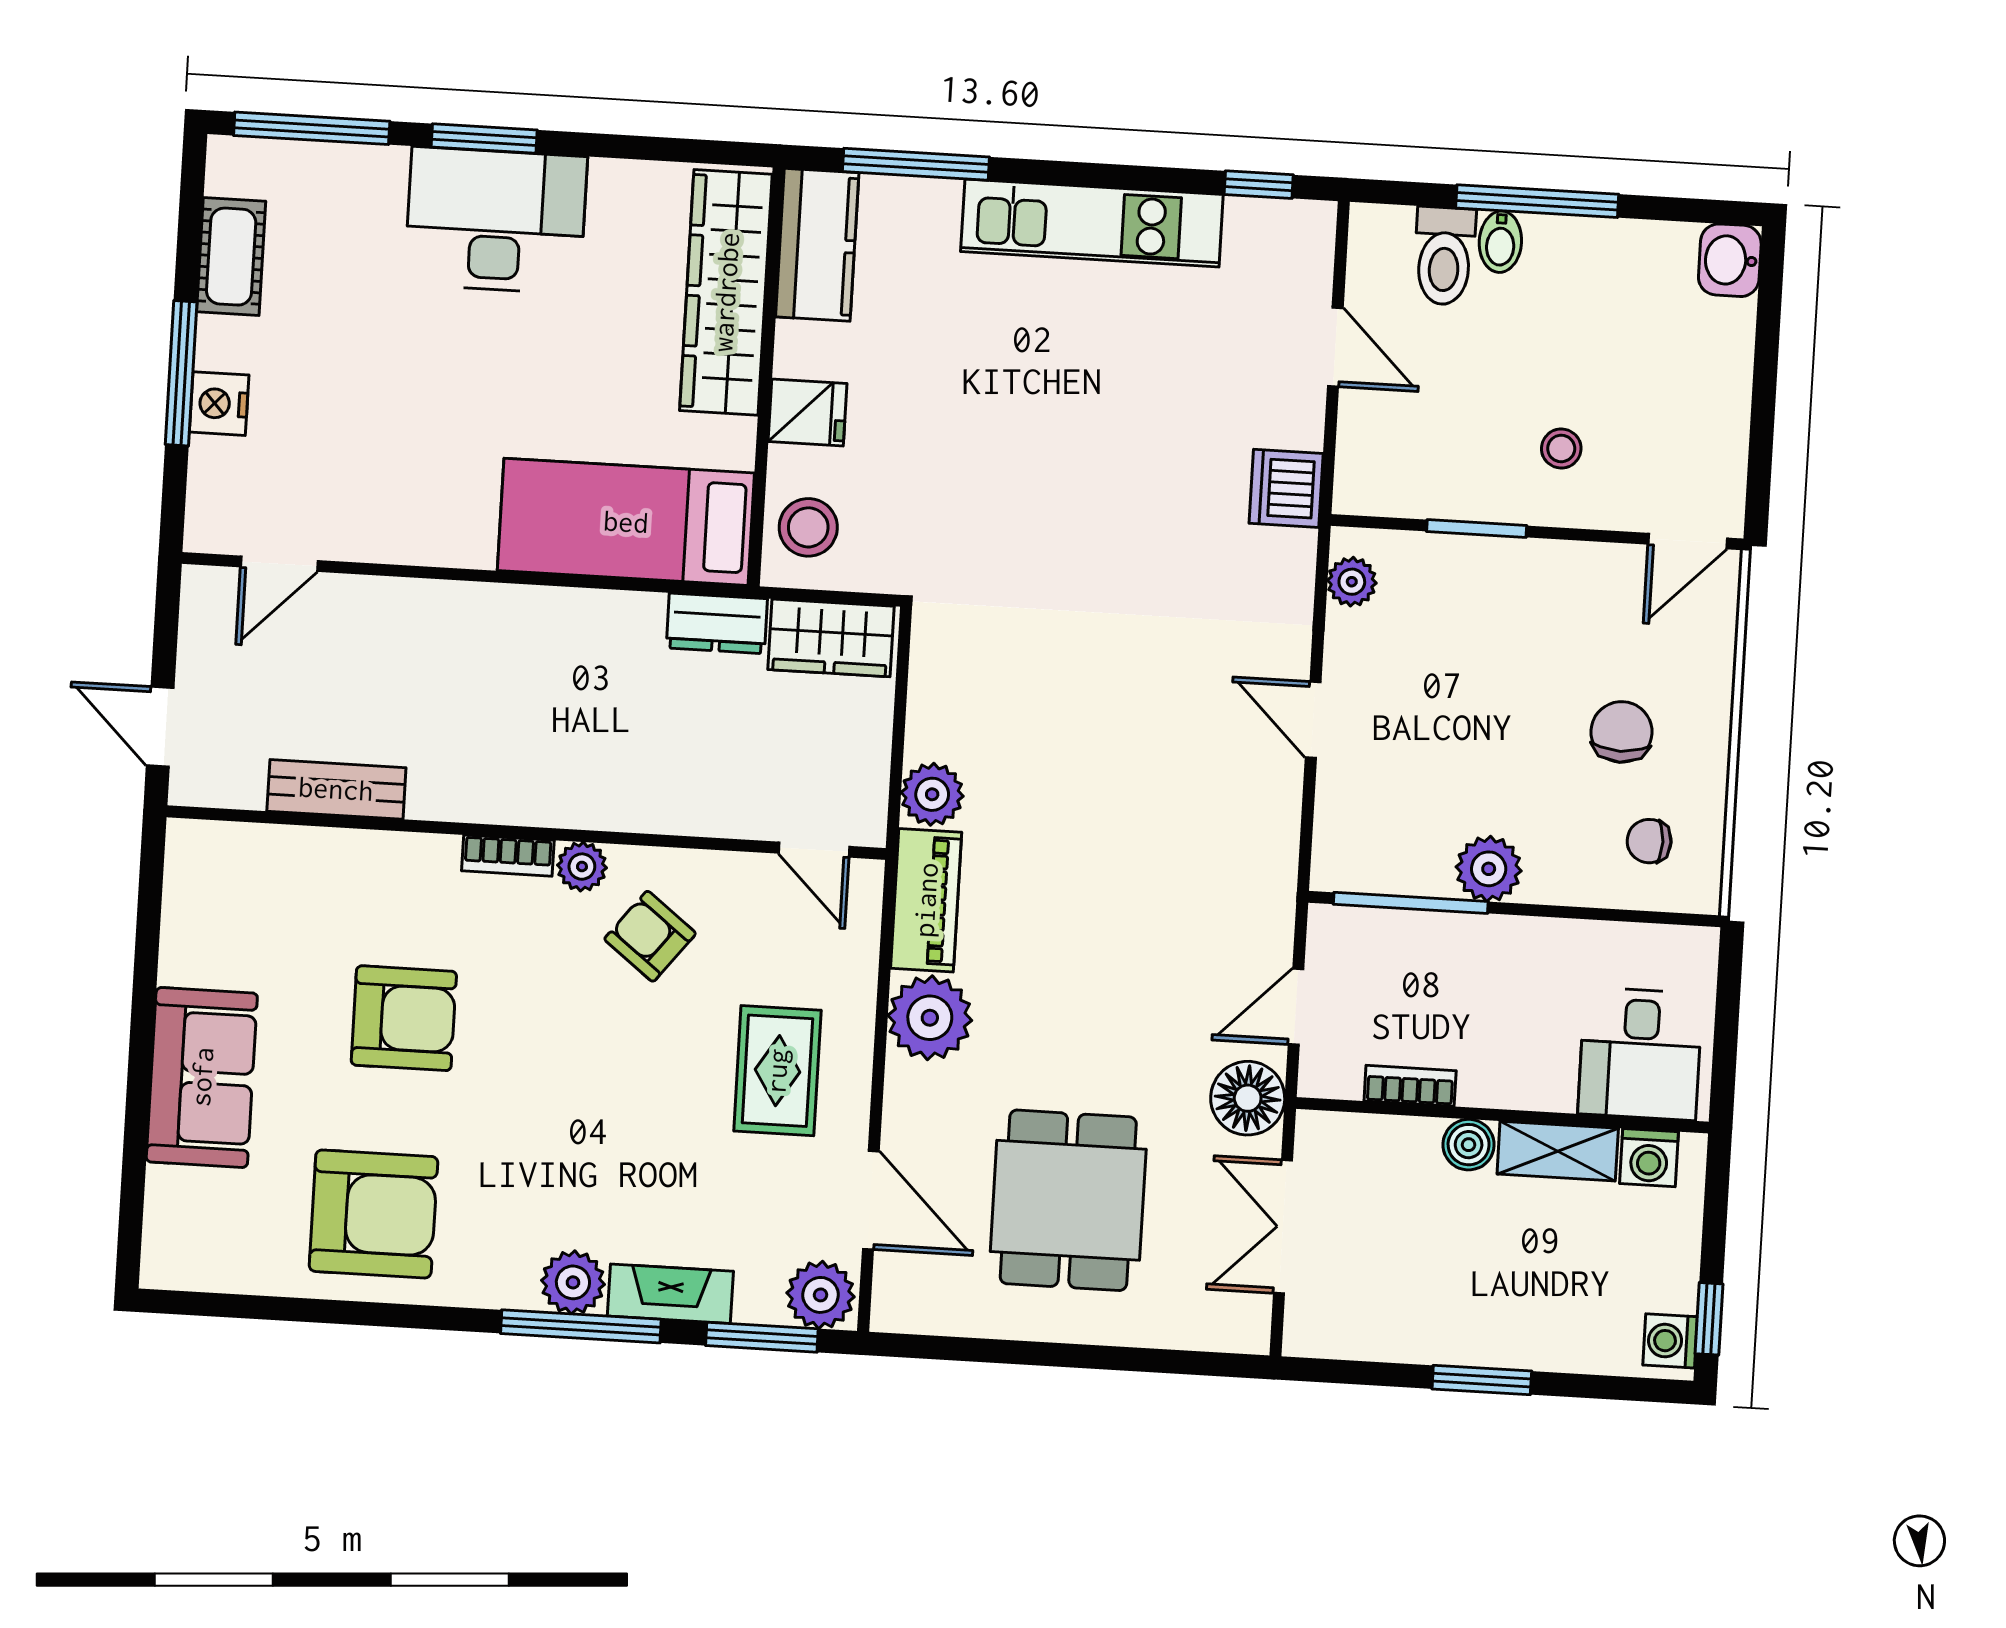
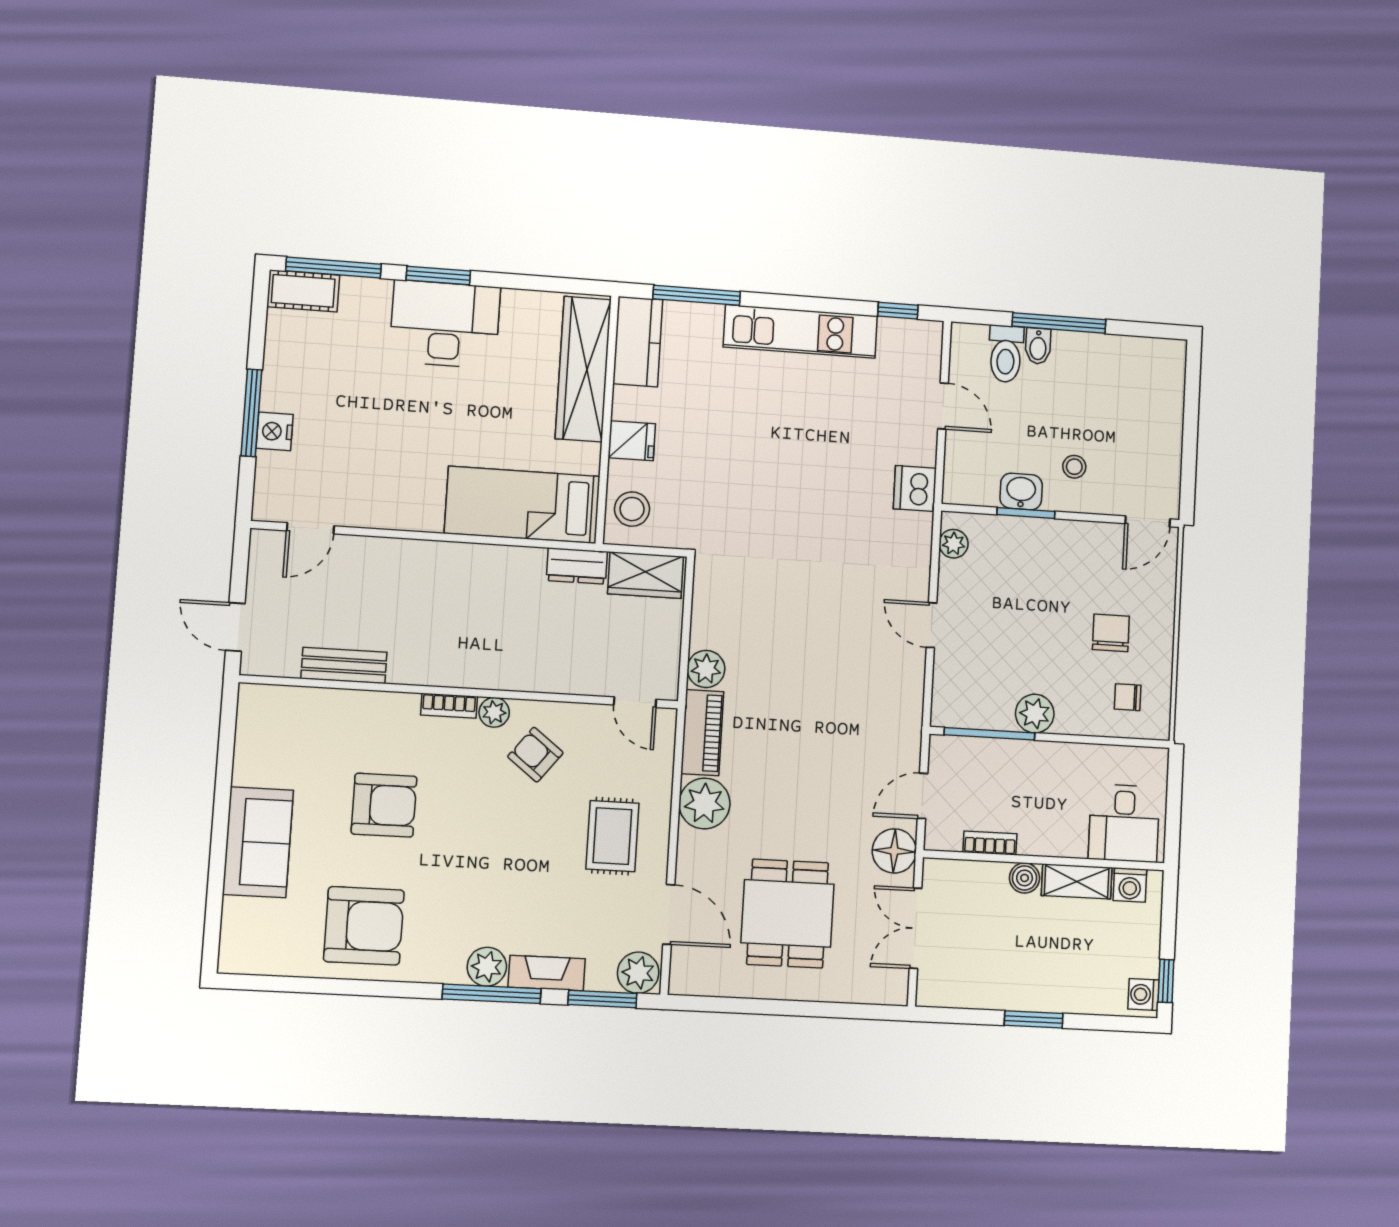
cot: (231, 257) -> (303, 291), moved, turned 90
washbasin: (1730, 260) -> (1021, 491), moved, turned 90

